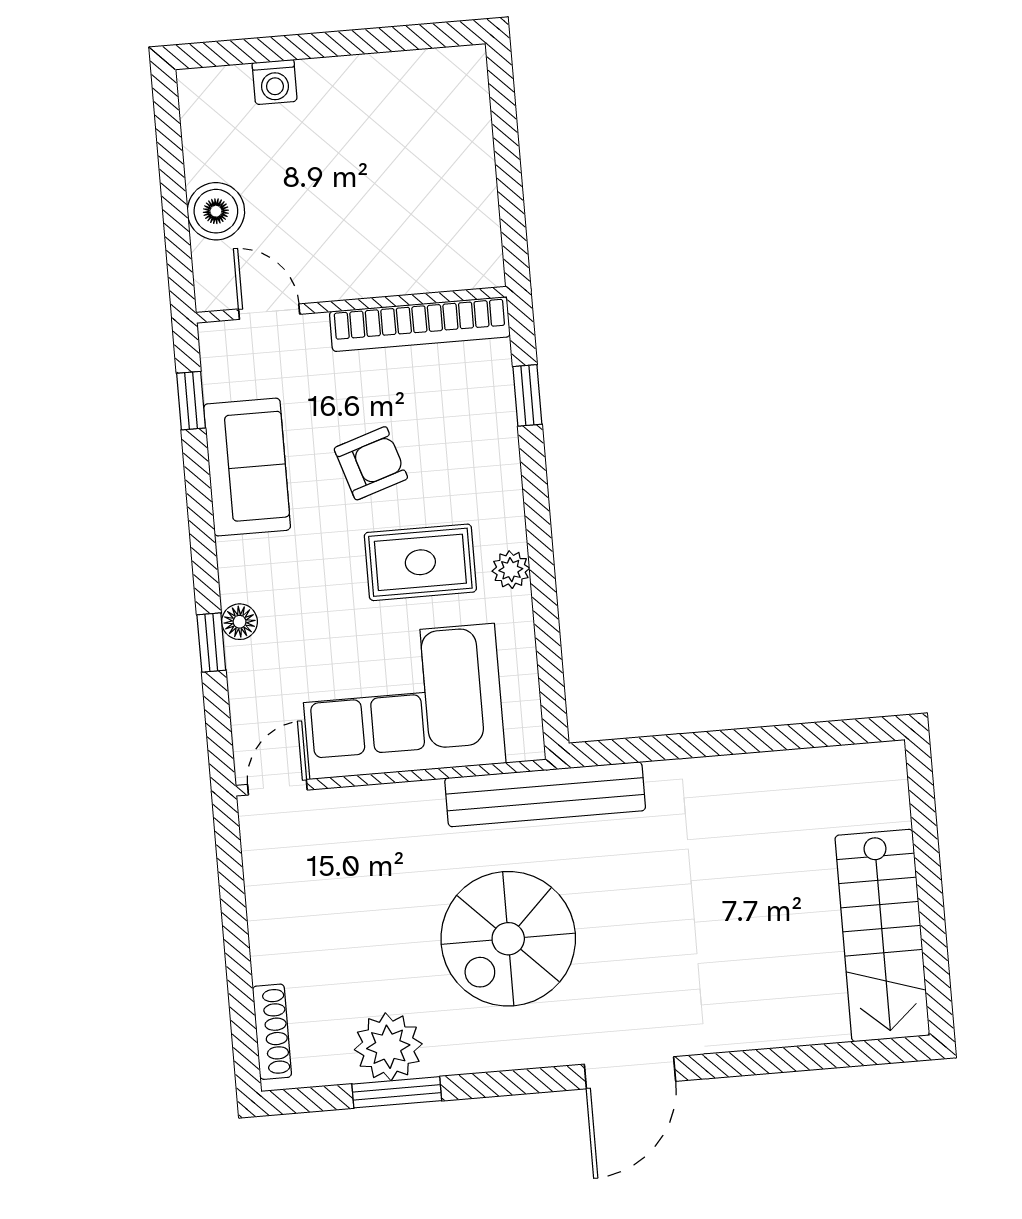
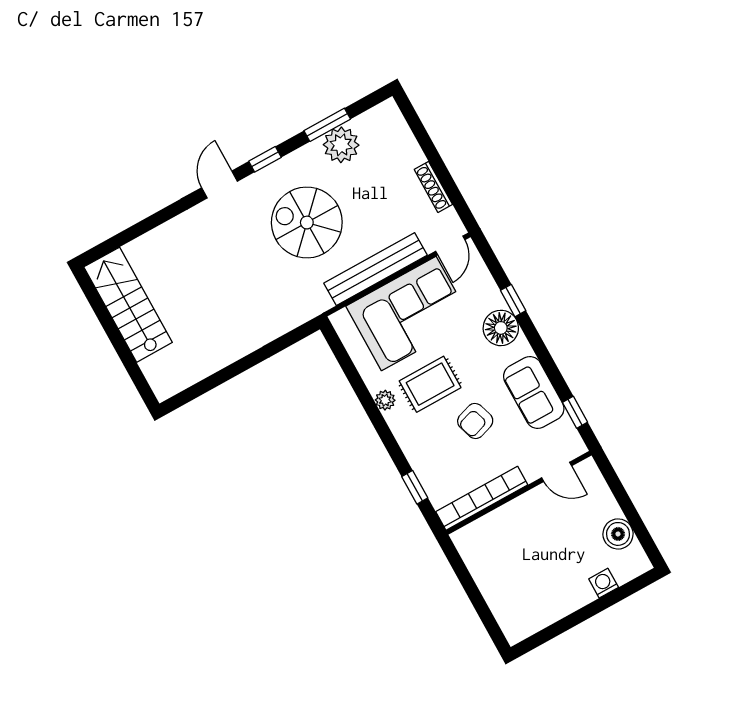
boiler: (216, 211) -> (618, 534), moved
floor lamp: (240, 622) -> (501, 328), width x1.89, depth x1.89
bench: (545, 794) -> (375, 269), moved
spiral stairs: (508, 939) -> (307, 223), turned -90
shoe rack: (272, 1032) -> (433, 187), moved
door: (630, 1073) -> (220, 184), width x0.73
window: (531, 1081) -> (265, 159), added

